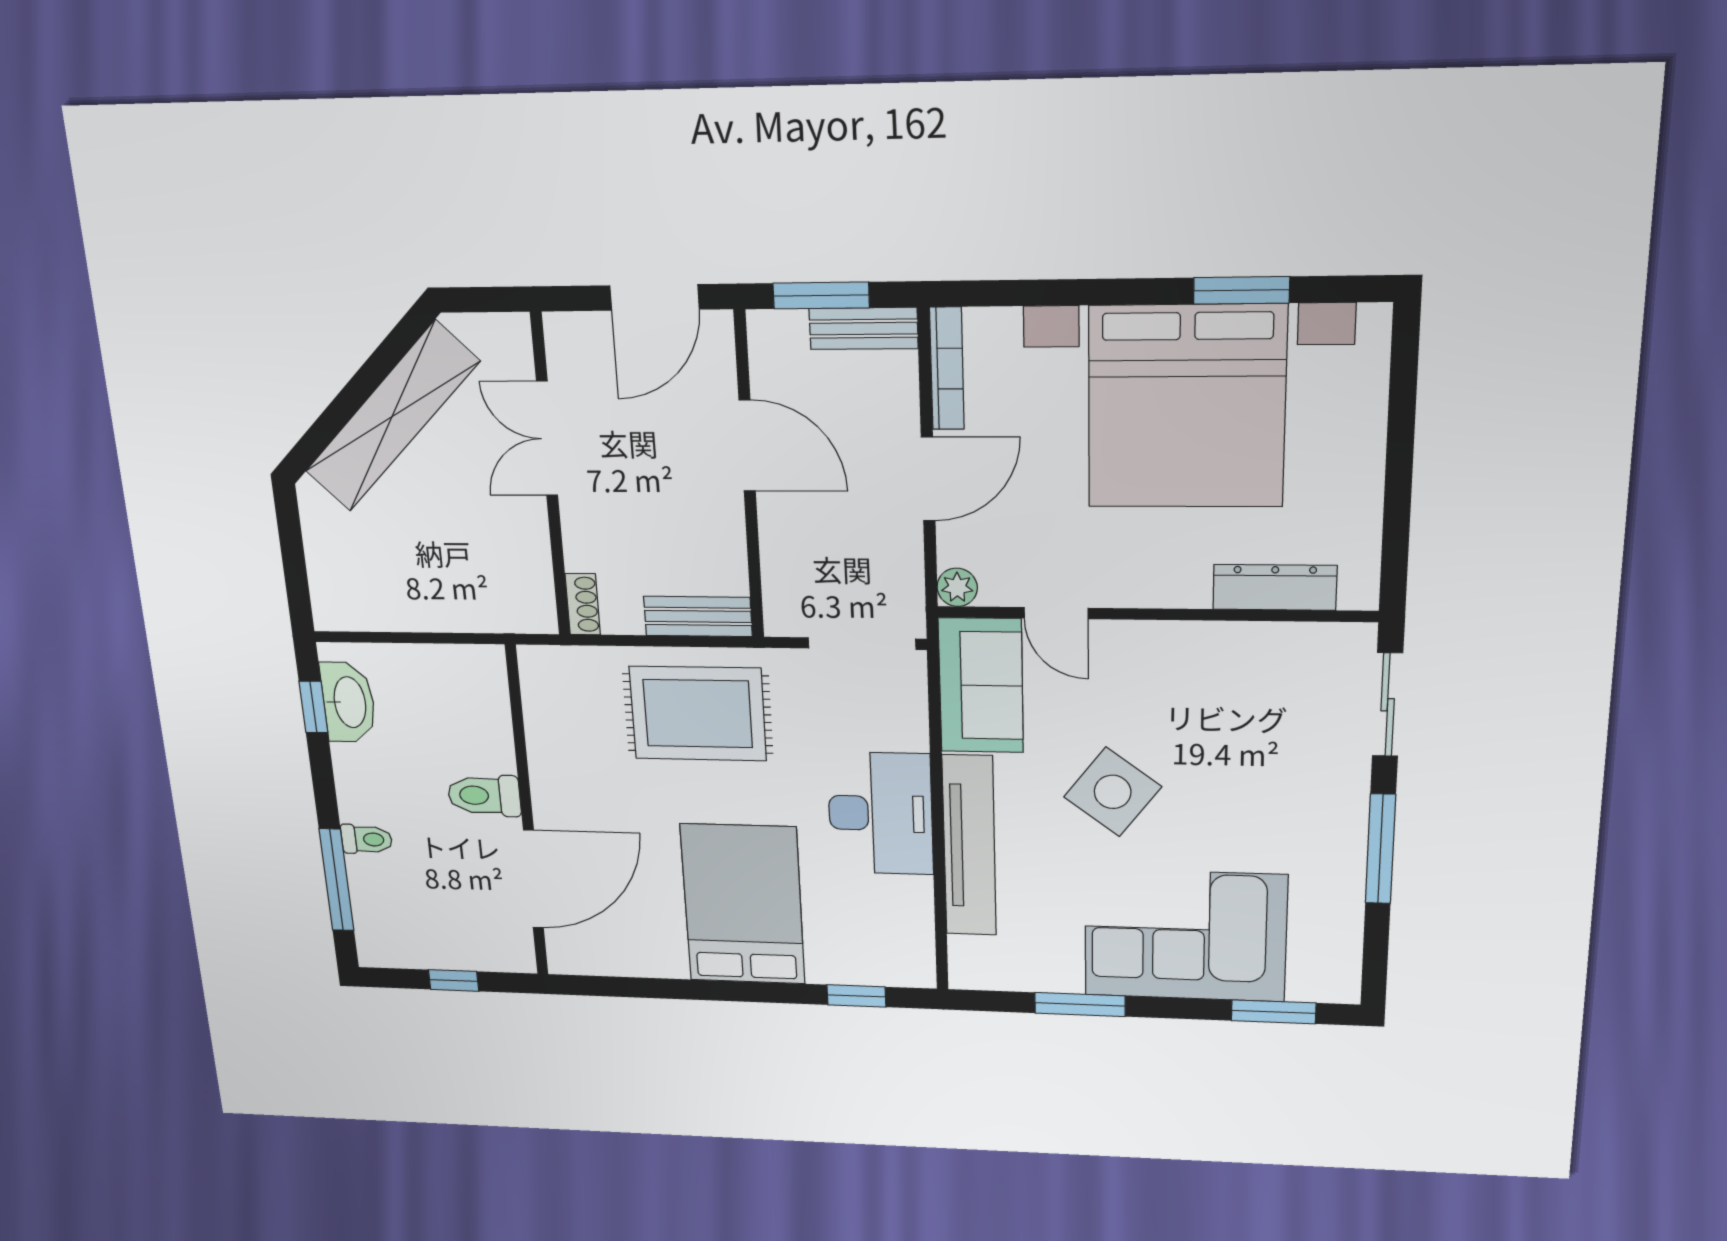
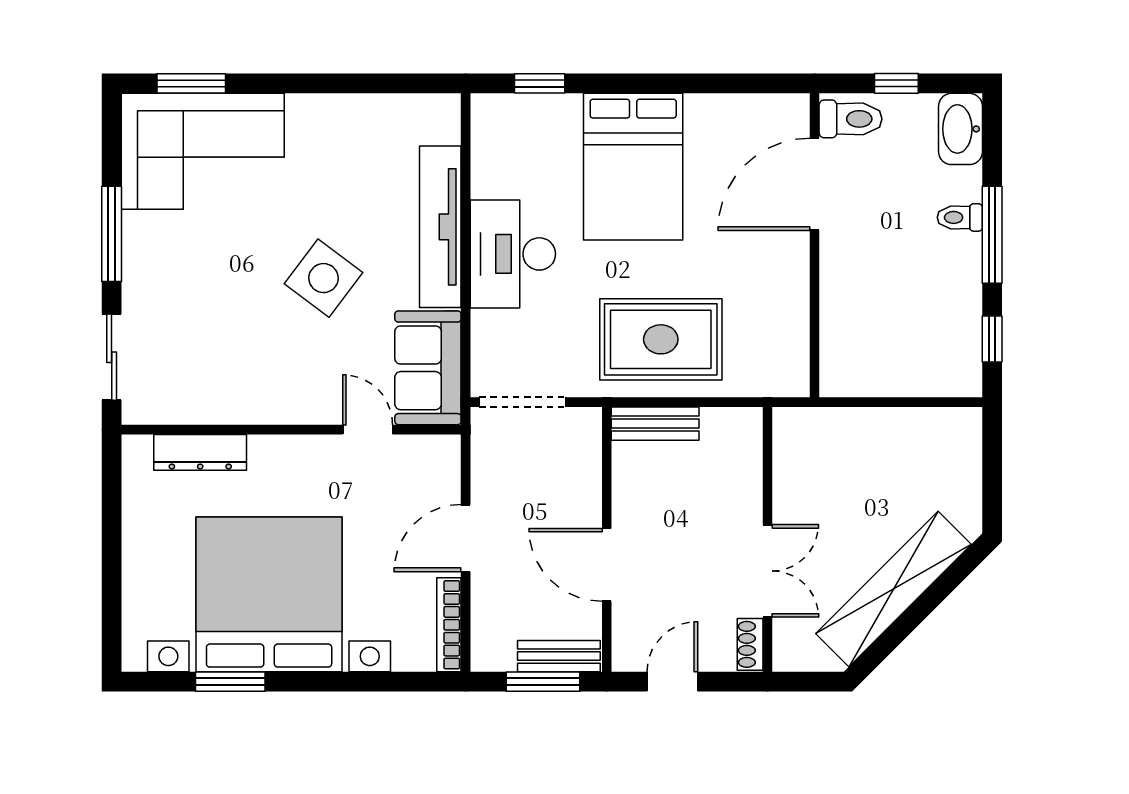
door: (654, 297) -> (672, 682), width x0.73
bench: (864, 329) -> (559, 656), moved
plant: (957, 587) -> (445, 450), removed
shoe rack: (583, 604) -> (750, 644), moved
washbasin: (348, 702) -> (960, 129), moved
toilet: (484, 795) -> (851, 119), moved
window: (336, 880) -> (992, 235), moved
corner sofa: (1185, 935) -> (203, 151), moved
window: (1080, 1004) -> (350, 83), removed

